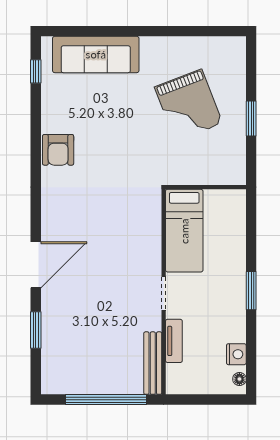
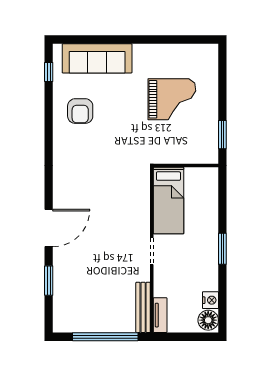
grand piano: (189, 105) -> (172, 99), turned -69
window: (251, 118) -> (222, 135), moved
armchair: (58, 150) -> (80, 111), moved
tv unit: (174, 341) -> (160, 315), moved
floor lamp: (239, 379) -> (208, 320), width x1.89, depth x1.89

